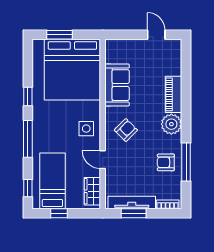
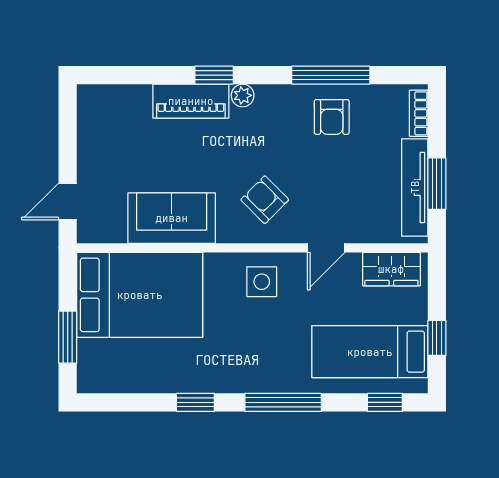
door: (156, 35) -> (68, 202), moved
bed: (72, 70) -> (140, 295), width x0.73
window: (186, 106) -> (214, 75), added
plant: (171, 124) -> (243, 95), width x0.53, depth x0.53

